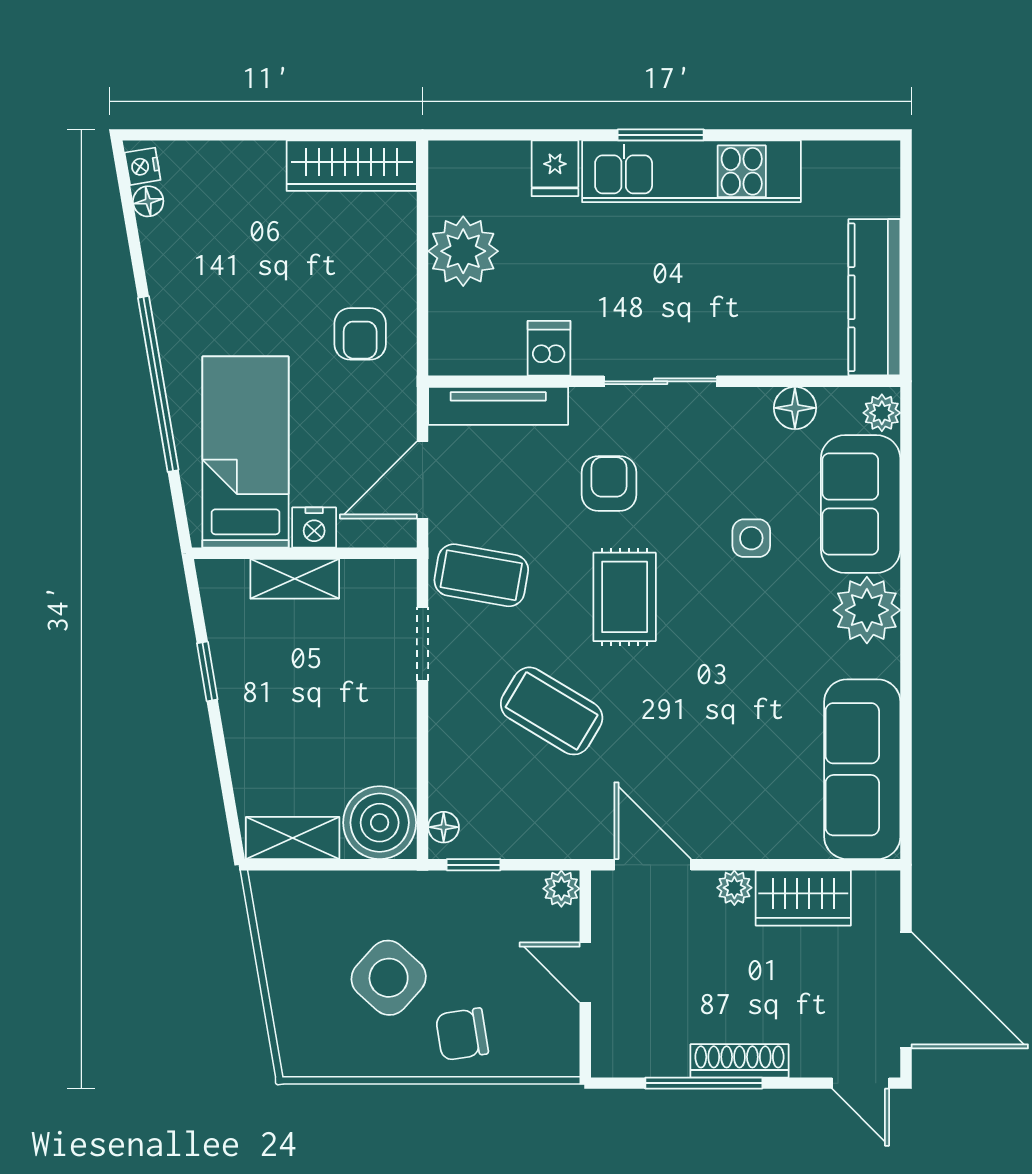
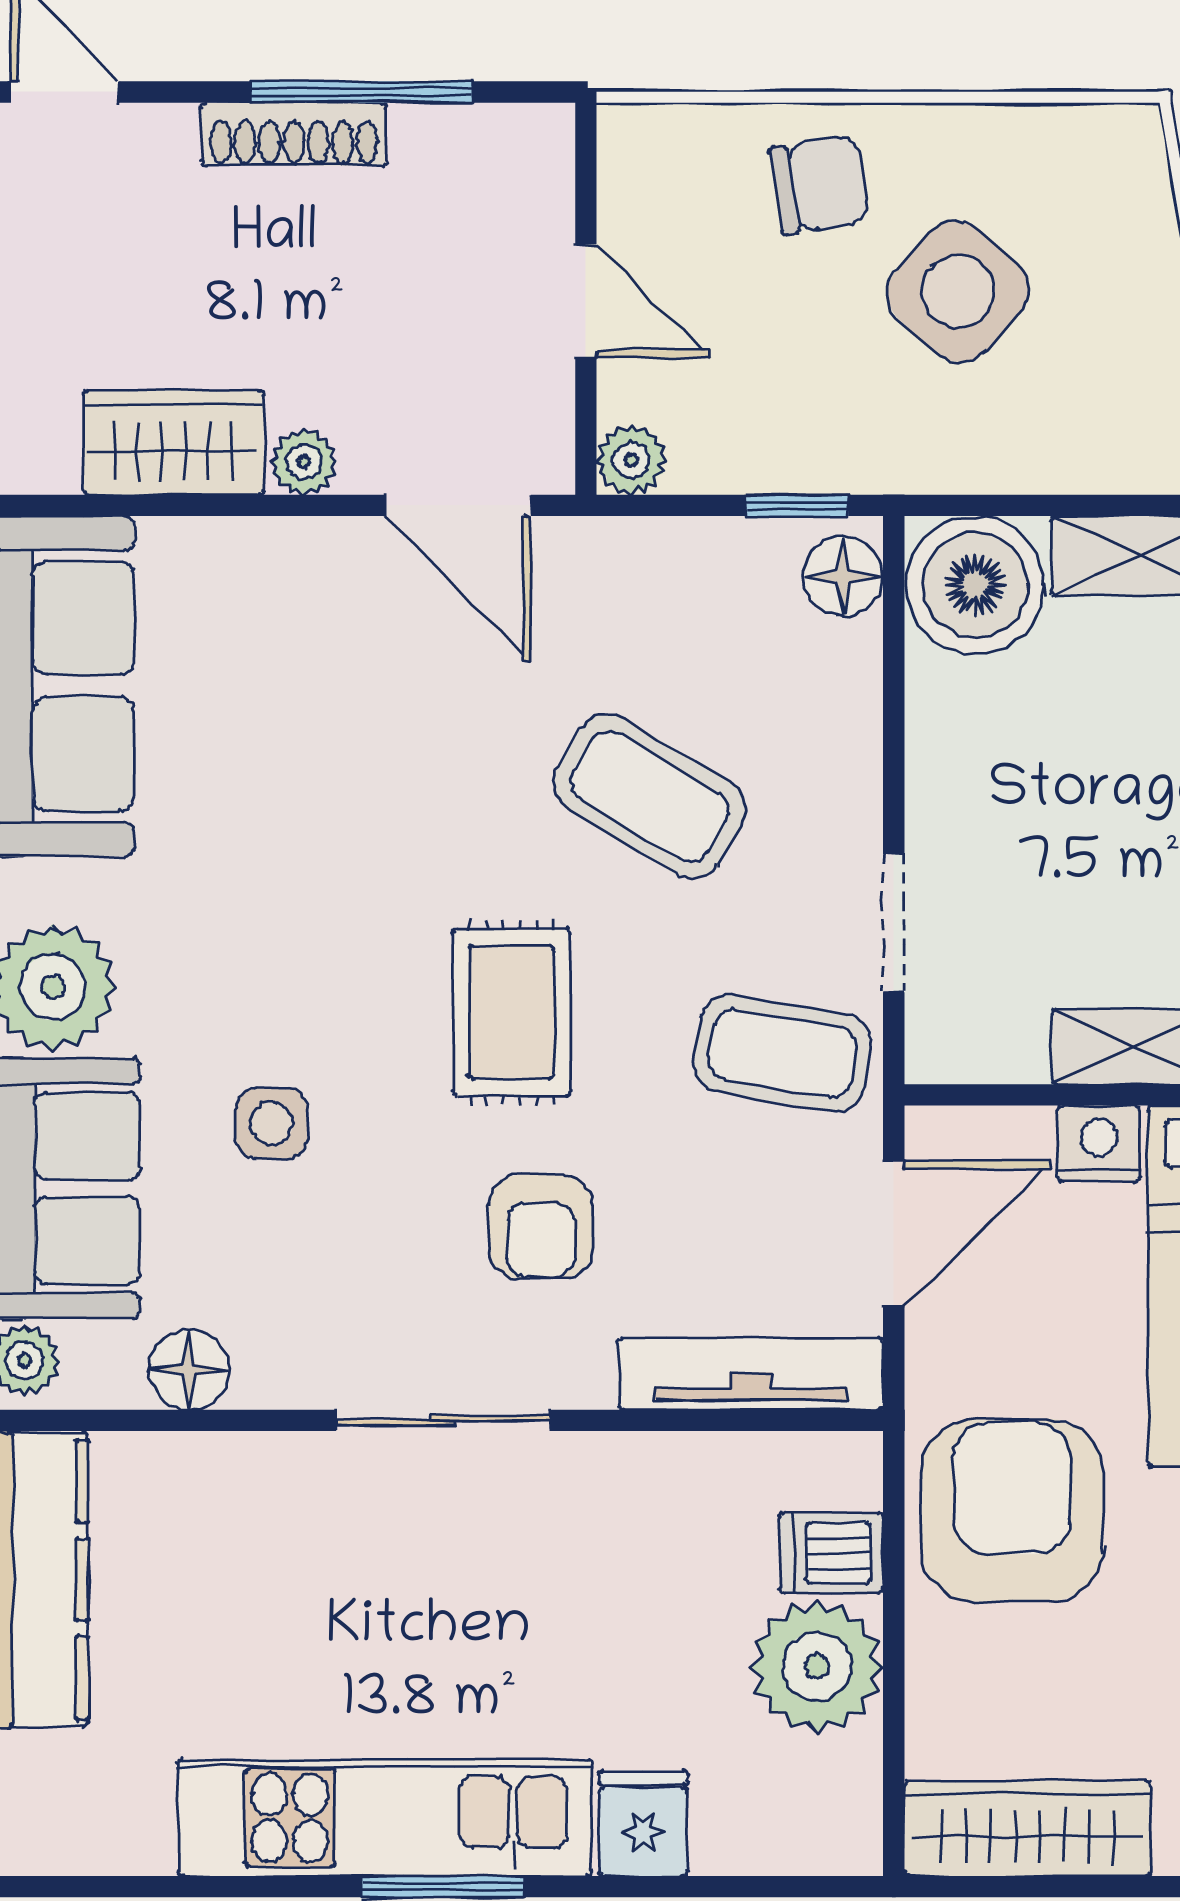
armchair: (360, 334) -> (1012, 1510), width x1.88, depth x1.88
dishwasher: (549, 348) -> (831, 1553), moved, turned 90
floor lamp: (444, 827) -> (843, 576), width x1.37, depth x1.37

